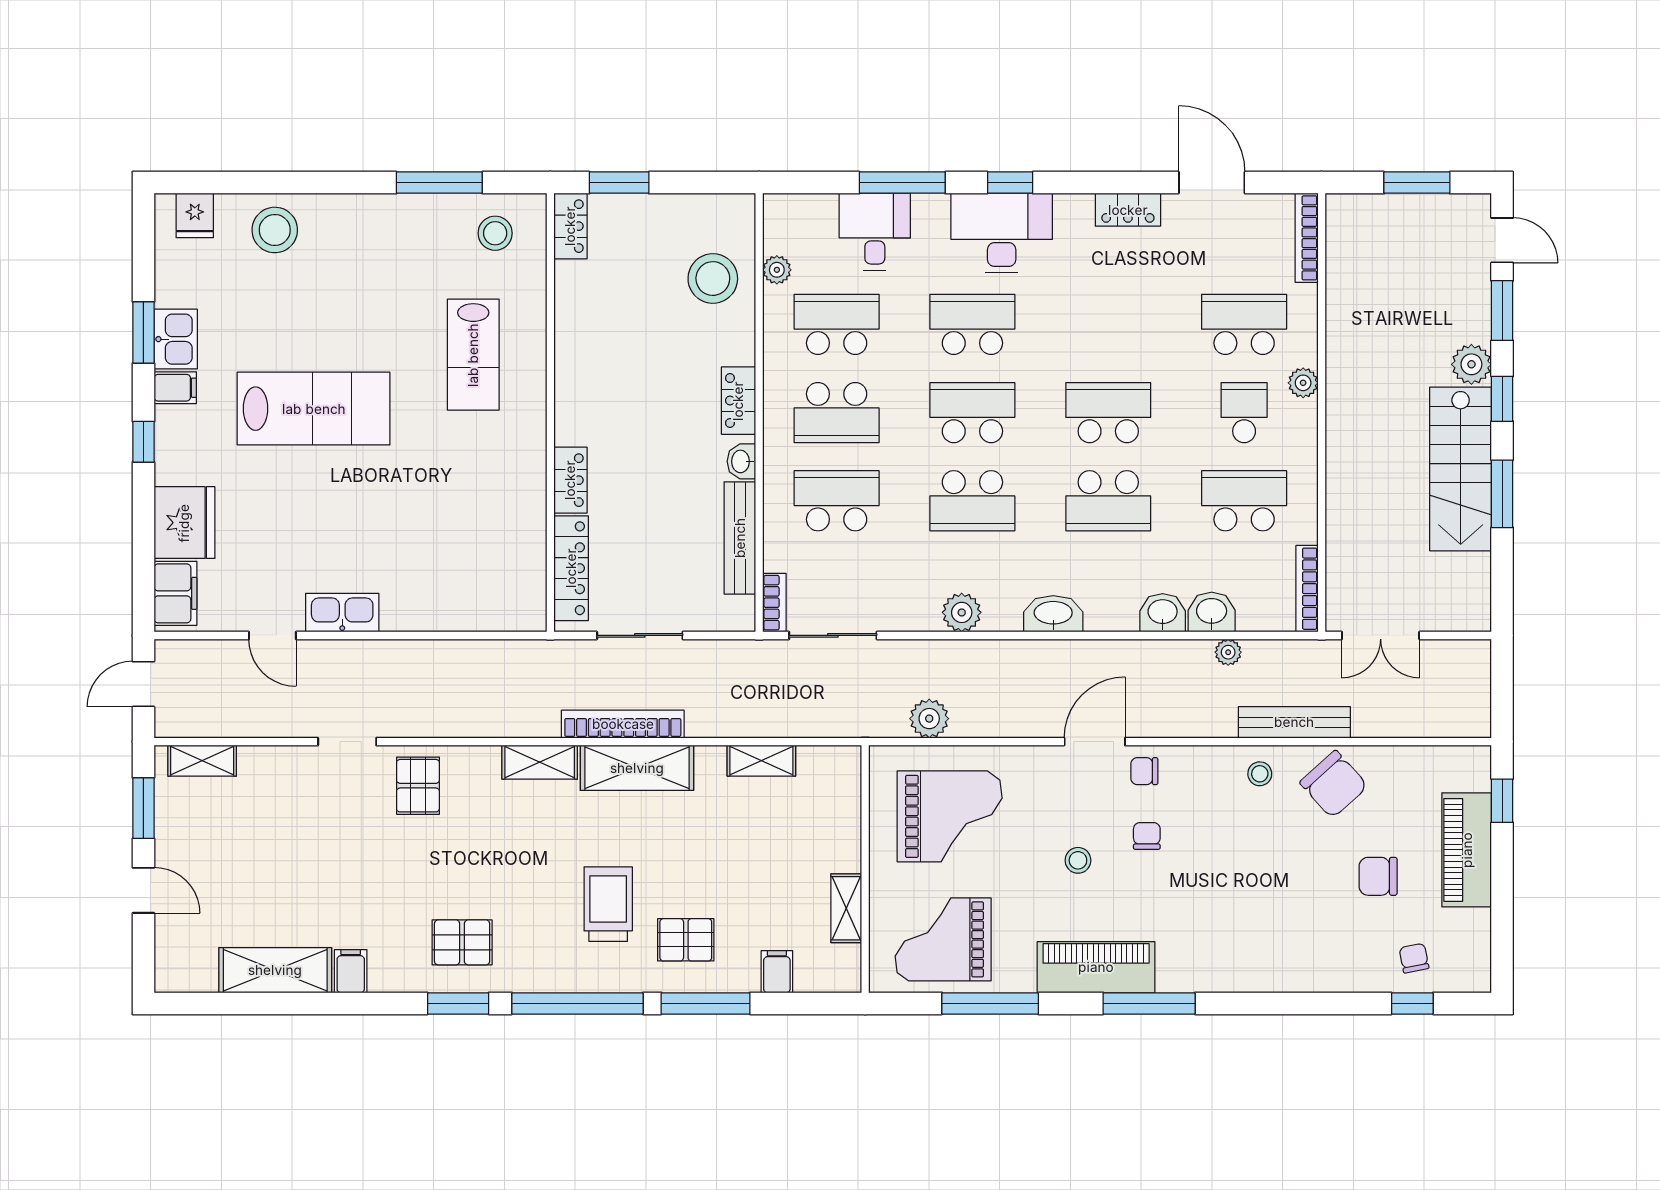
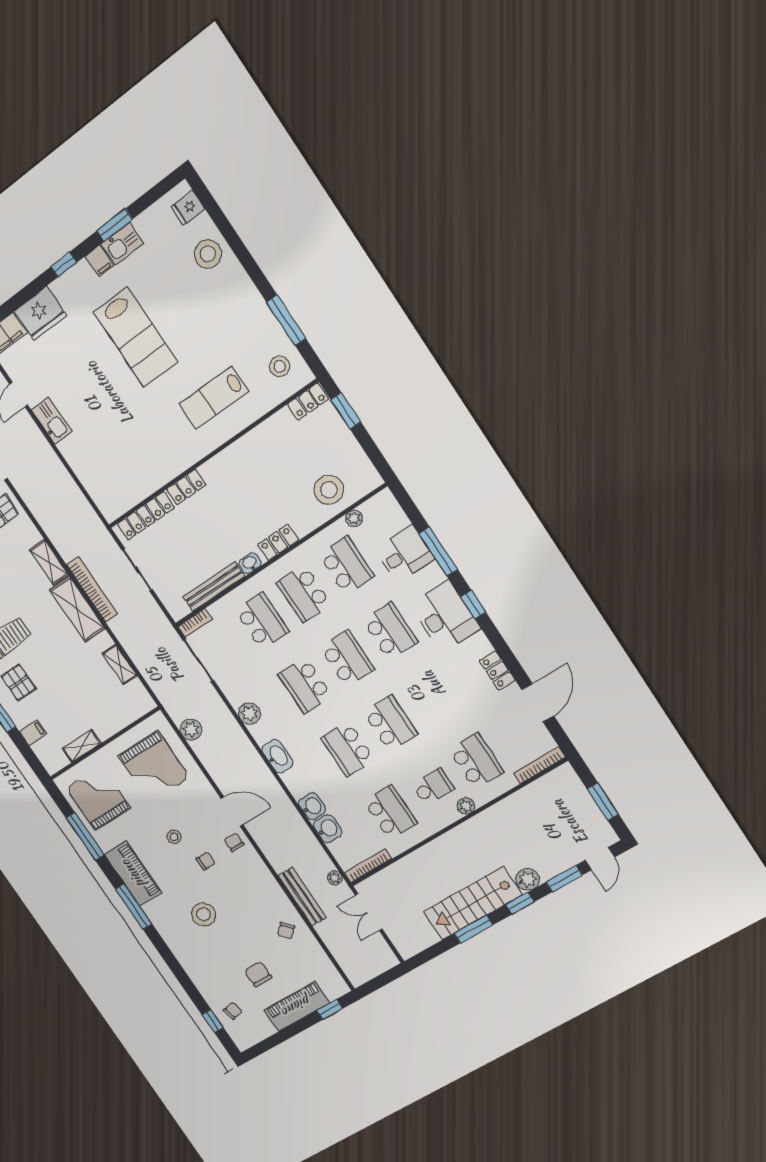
plant: (1228, 652) -> (335, 878), moved
stool: (1260, 774) -> (204, 914), moved, width x1.89, depth x1.89
chair: (1334, 784) -> (286, 931), width x0.54, depth x0.54

